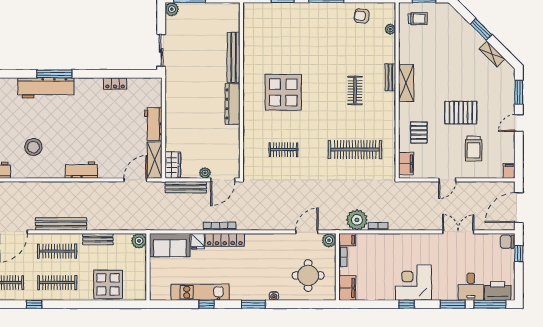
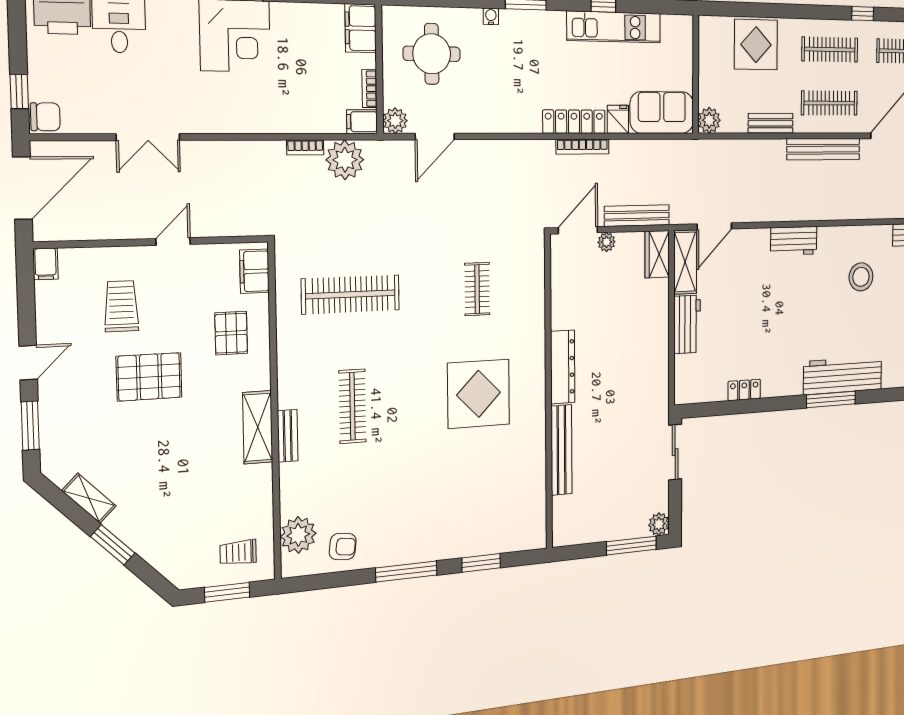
plant: (390, 29) -> (298, 535), width x1.88, depth x1.88
clothes rail: (355, 90) -> (352, 406), width x1.36
clothes rail: (283, 150) -> (477, 289), turned 90

